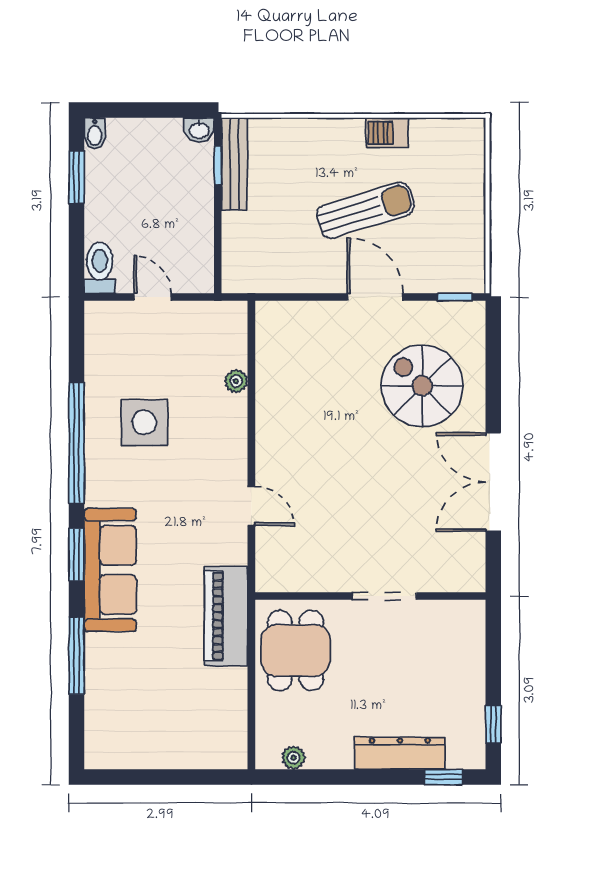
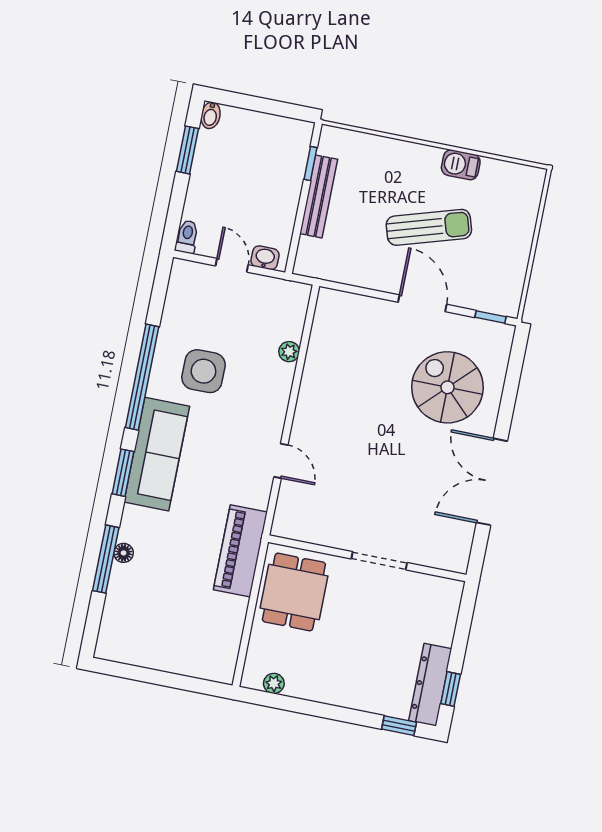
washbasin: (199, 130) -> (265, 258), moved, turned 180
bench: (234, 164) -> (319, 196), moved
toilet: (100, 268) -> (187, 237), width x0.73, depth x0.72
sofa: (110, 570) -> (157, 454), moved
floor lamp: (95, 645) -> (124, 553), added
dresser: (400, 753) -> (430, 685), moved, turned -90

